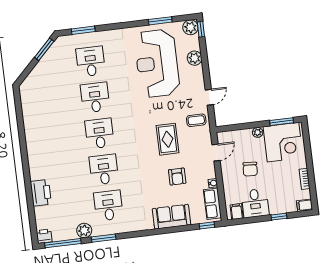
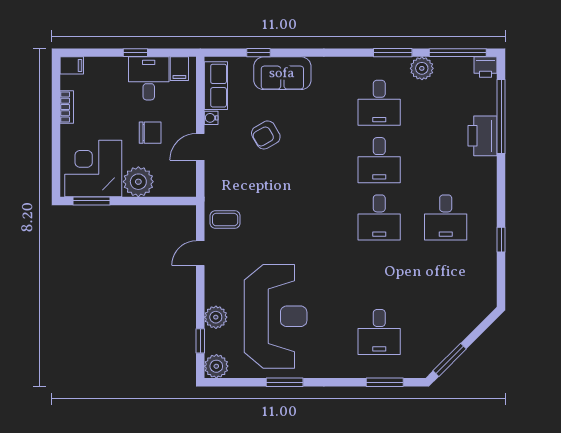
window: (160, 21) -> (285, 382), moved
window: (201, 29) -> (200, 341), moved
desk: (95, 97) -> (446, 217), moved
window: (21, 129) -> (501, 240), added
plant: (258, 132) -> (138, 182), width x1.88, depth x1.88
rug: (167, 139) -> (274, 195), removed
door: (216, 153) -> (200, 147), moved
chair: (250, 169) -> (150, 133), turned 86
armchair: (177, 177) -> (266, 135), turned -120
window: (31, 206) -> (501, 117), added
window: (279, 217) -> (135, 53), moved
window: (207, 225) -> (258, 53), moved

